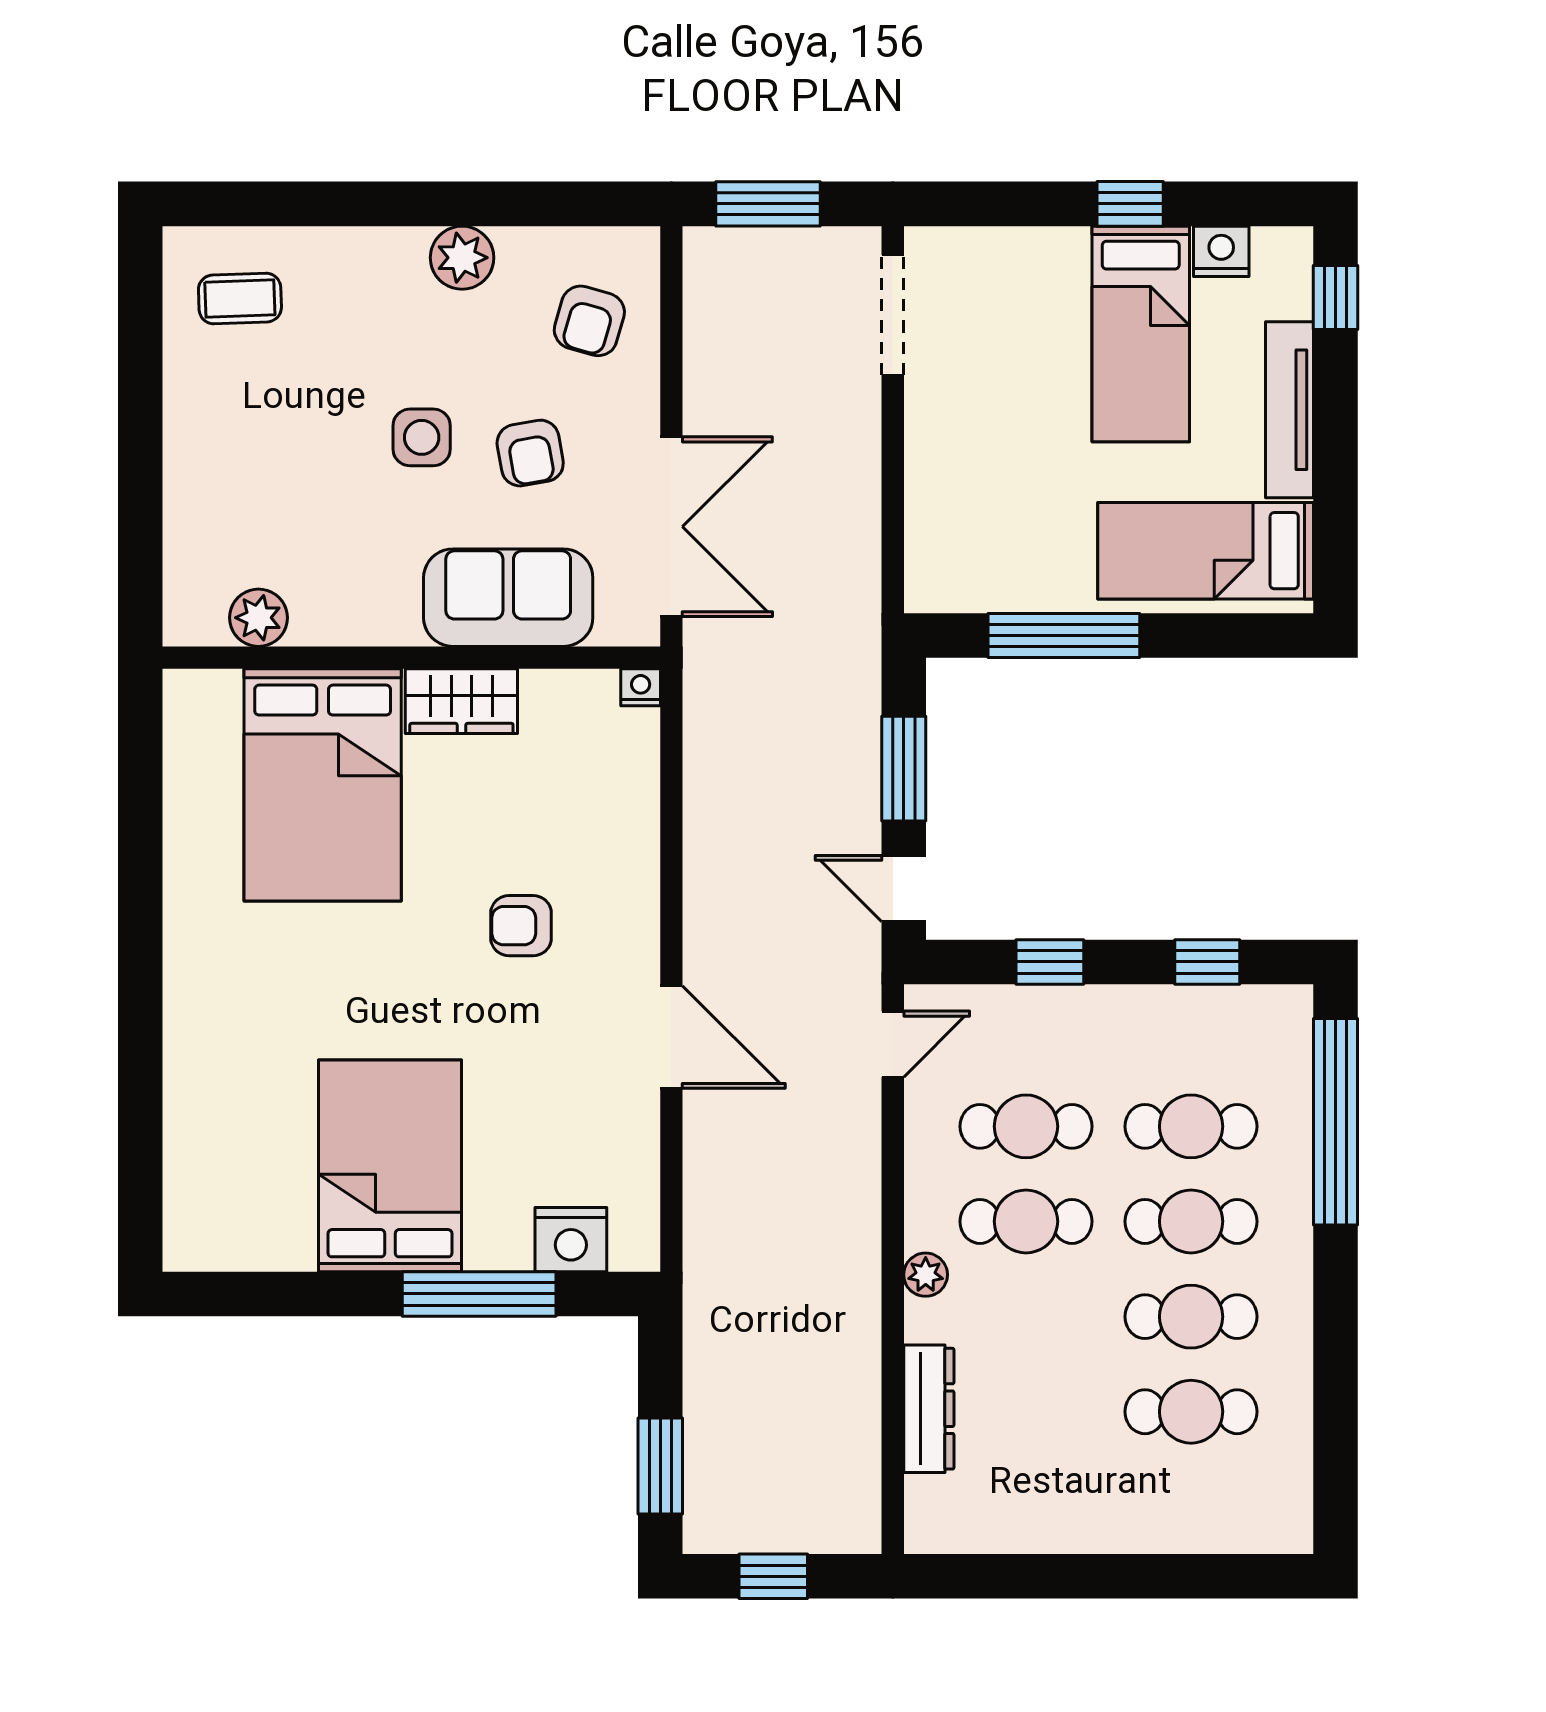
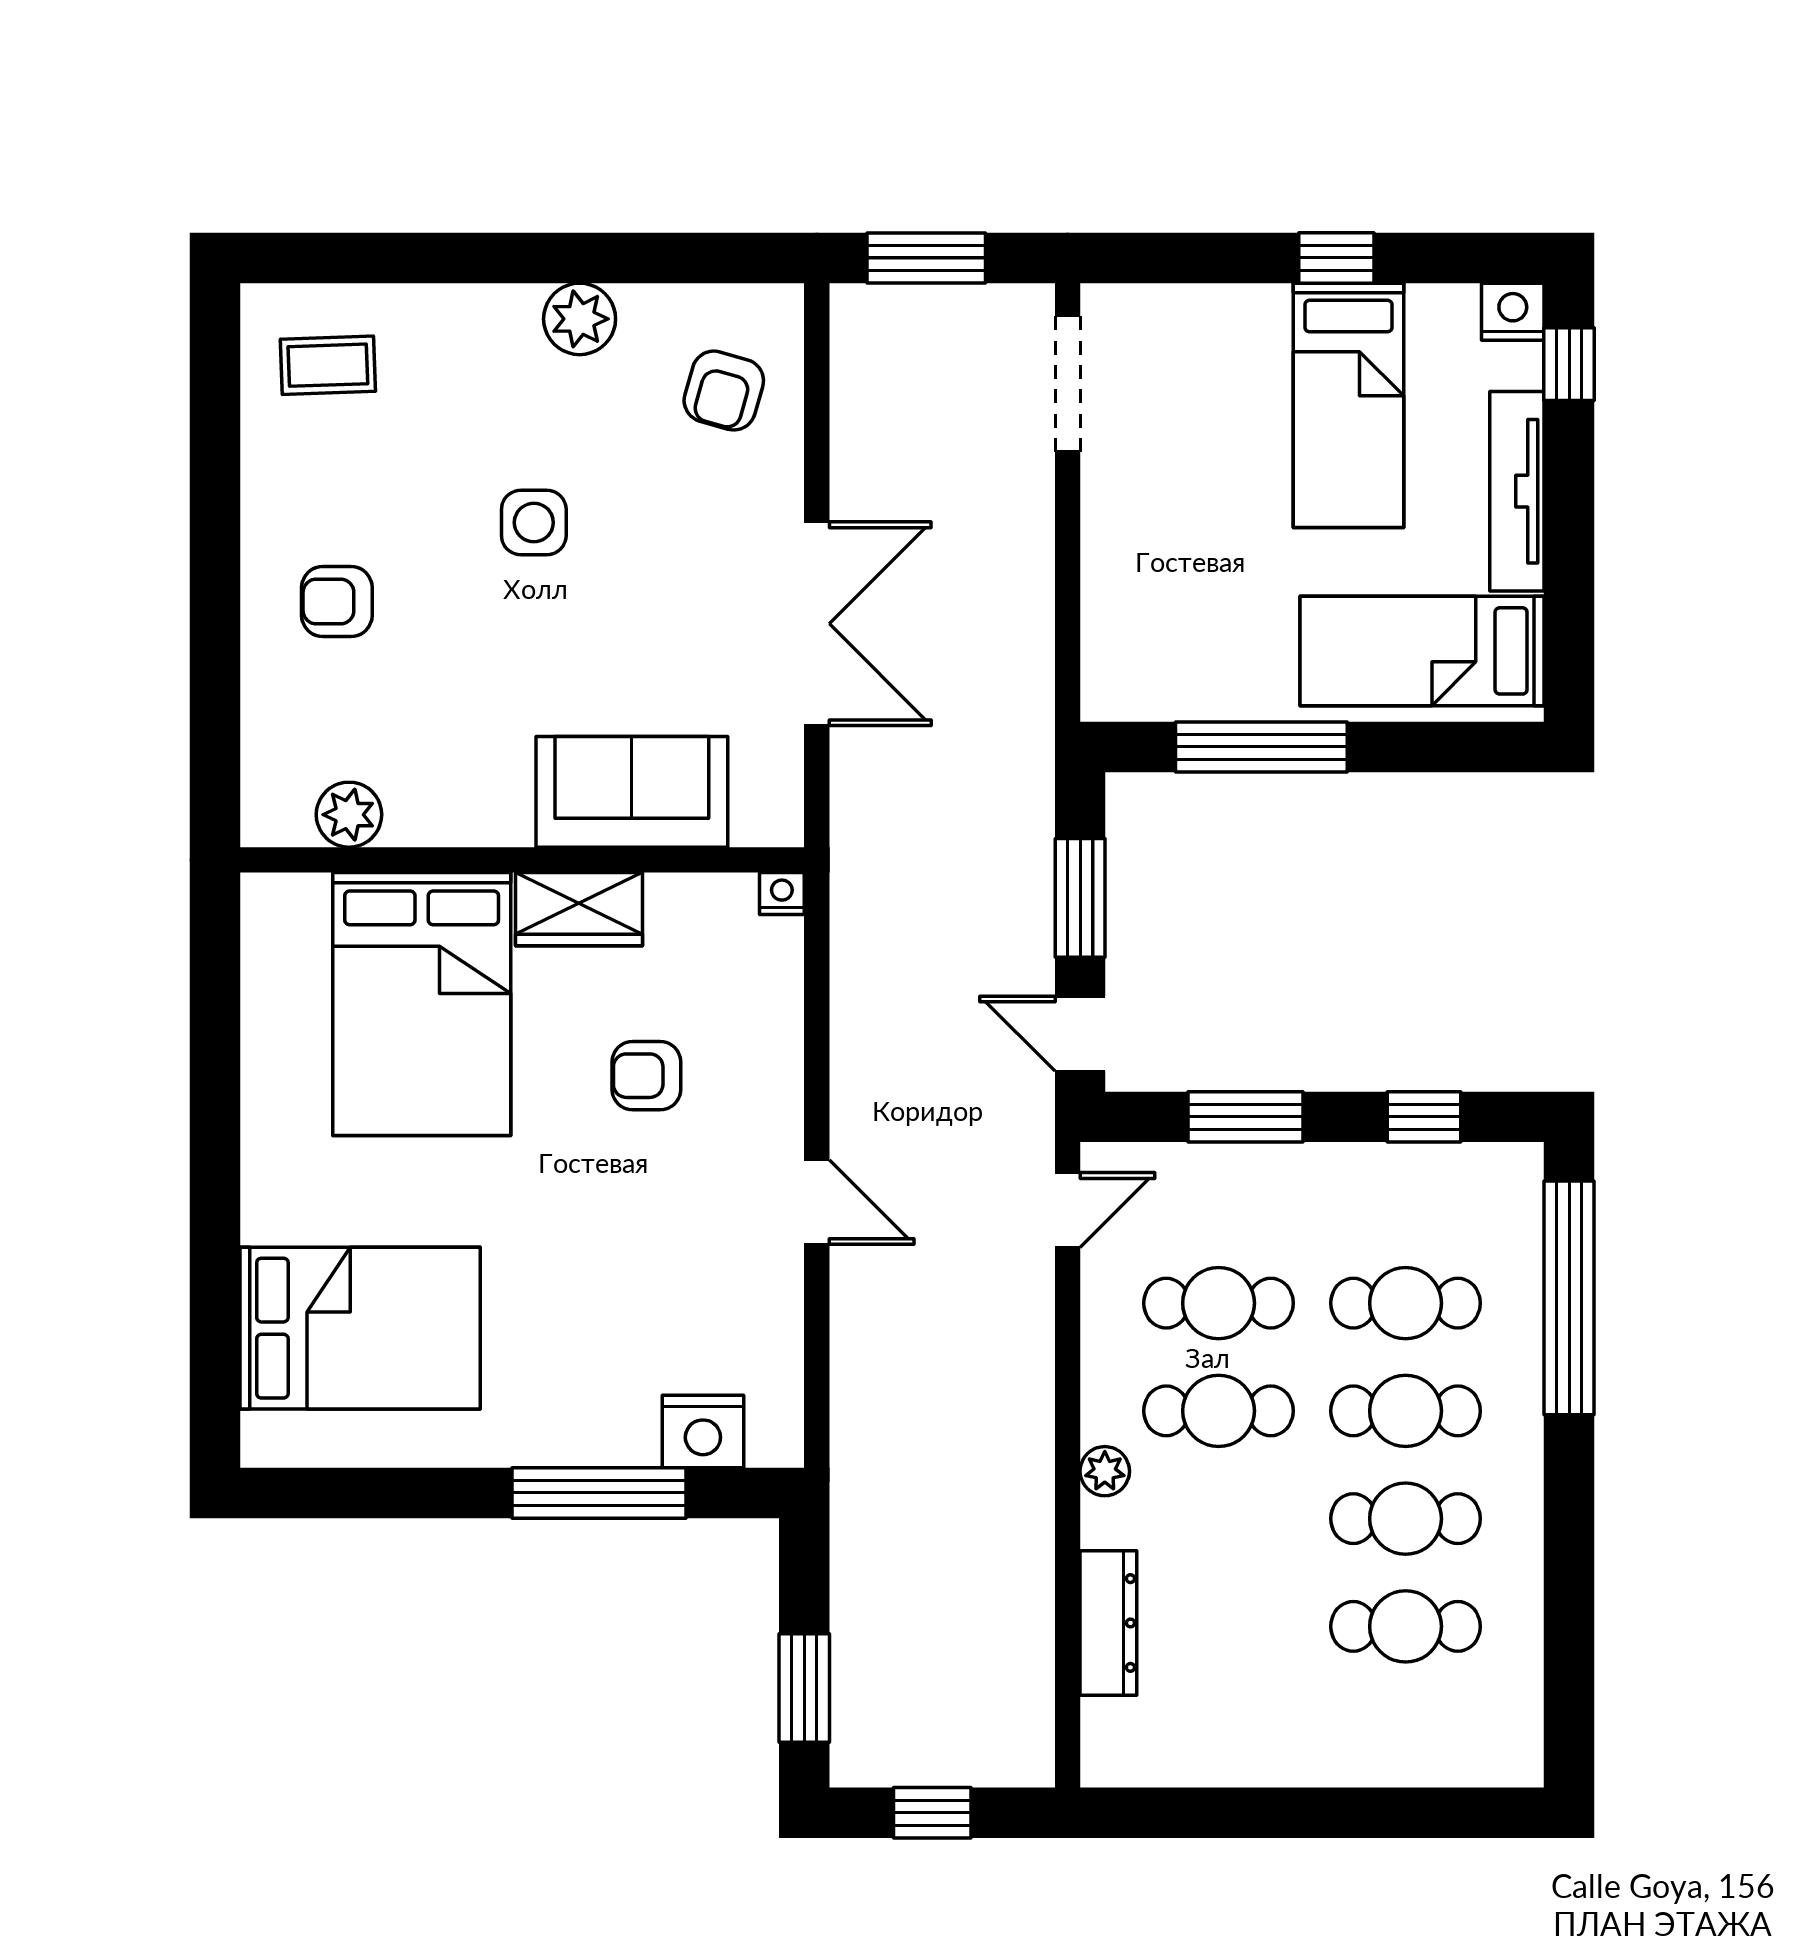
nightstand: (1221, 251) -> (1513, 312), moved
armchair: (530, 453) -> (337, 601), moved, turned 100
sofa: (508, 598) -> (632, 792), moved
plant: (258, 618) -> (349, 815), moved
wall: (411, 658) -> (522, 860), moved
nightstand: (641, 687) -> (782, 893), moved
wardrobe: (461, 701) -> (579, 909), moved
bed: (323, 785) -> (422, 1004), moved
window: (1050, 962) -> (1246, 1117), width x1.50
door: (671, 1037) -> (817, 1202), width x0.73
bed: (390, 1166) -> (360, 1328), moved, turned 90

